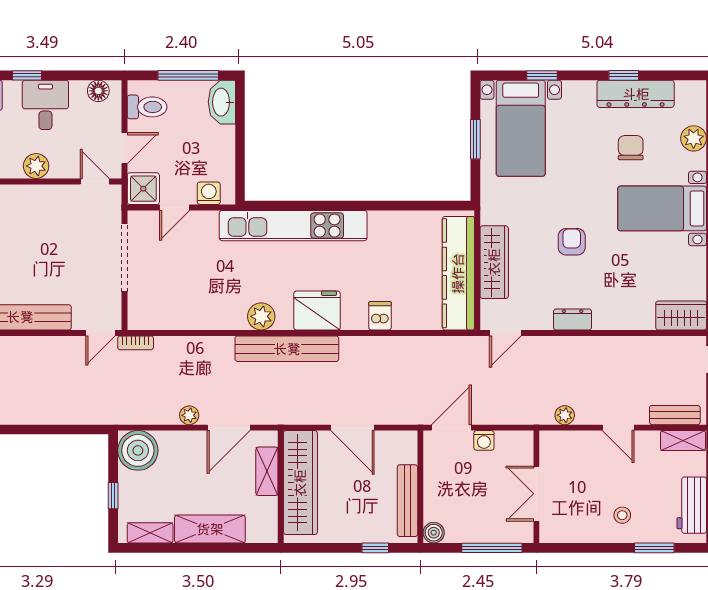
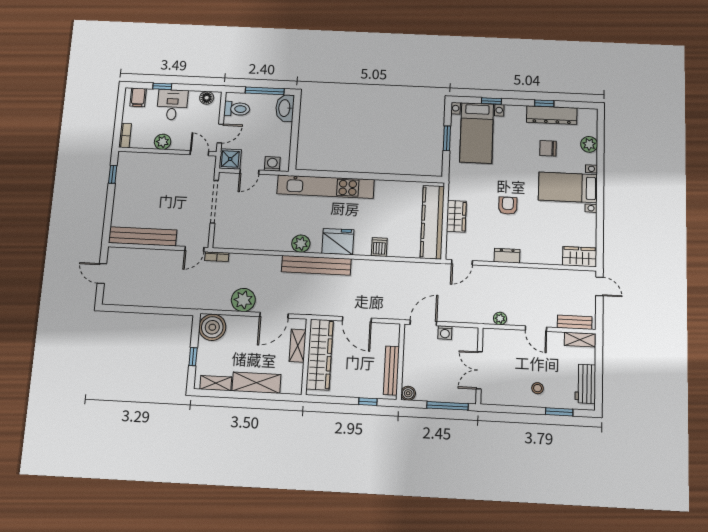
chair: (631, 148) -> (548, 148), turned -90
wardrobe: (494, 262) -> (456, 216), width x0.67
plant: (189, 415) -> (243, 300), width x1.88, depth x1.88

